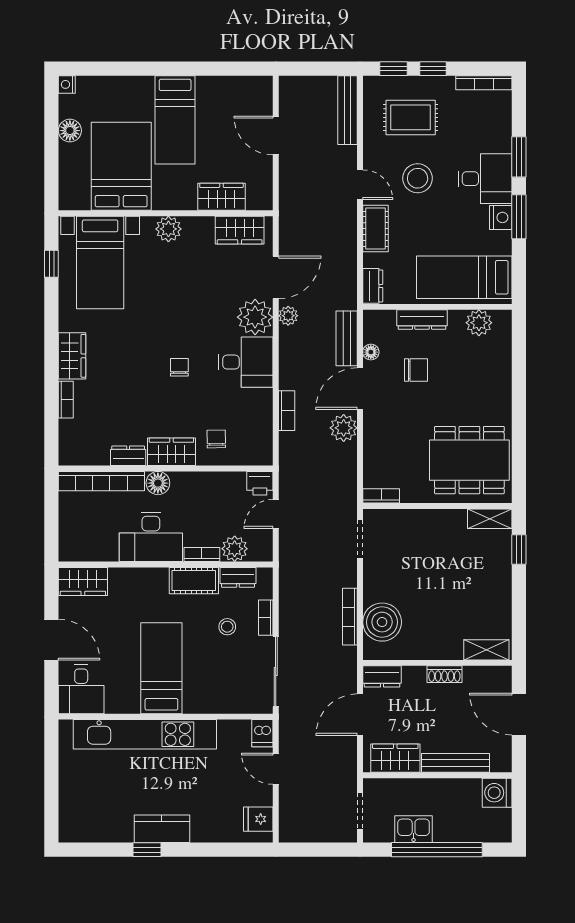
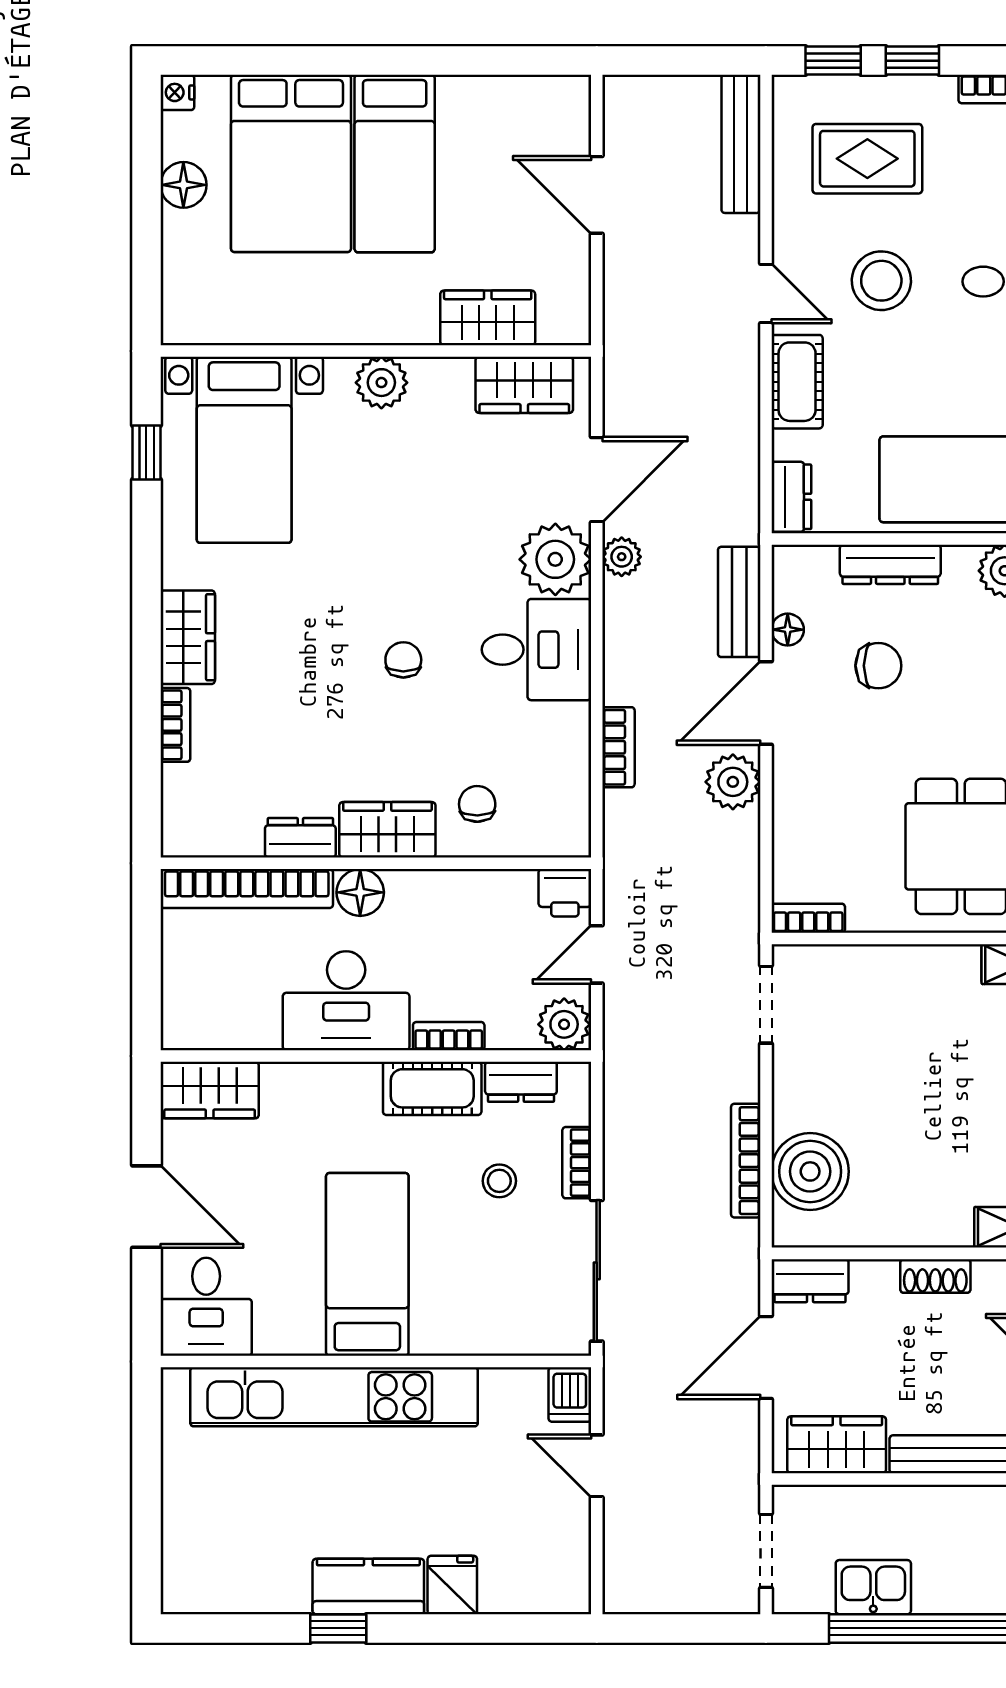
bed: (121, 166) -> (291, 163), moved, turned 180
plant: (235, 549) -> (564, 1024), moved
fridge: (258, 819) -> (452, 1585), moved, turned 90

